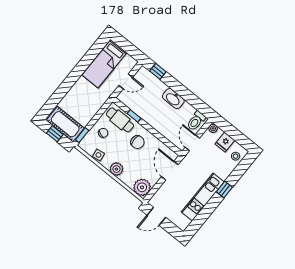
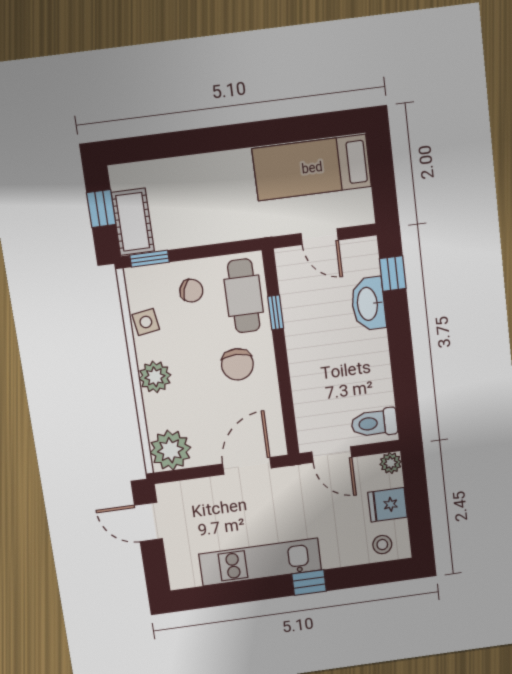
washbasin: (173, 99) -> (368, 304), moved
cot: (65, 124) -> (133, 222), width x0.73, depth x0.75
door: (192, 143) -> (332, 455), swing flipped

